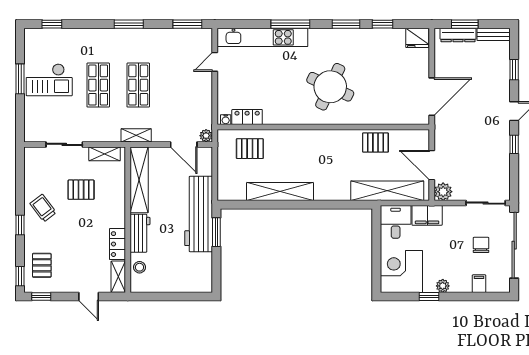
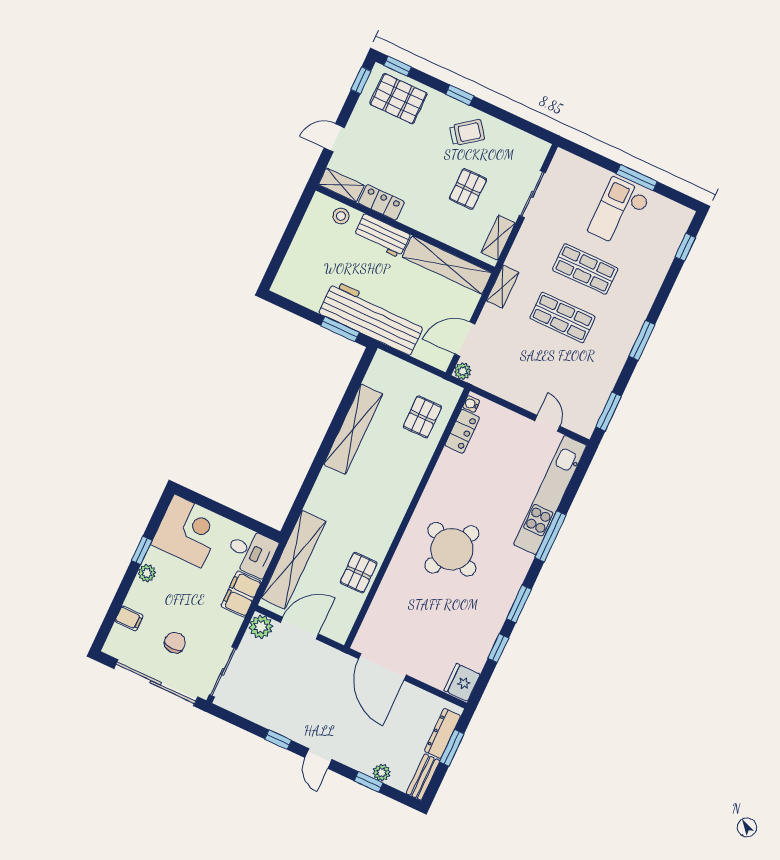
plant: (504, 64) -> (382, 773), added
chair: (481, 245) -> (175, 643), turned -90
pallet: (42, 265) -> (398, 99), width x1.50, depth x1.42

